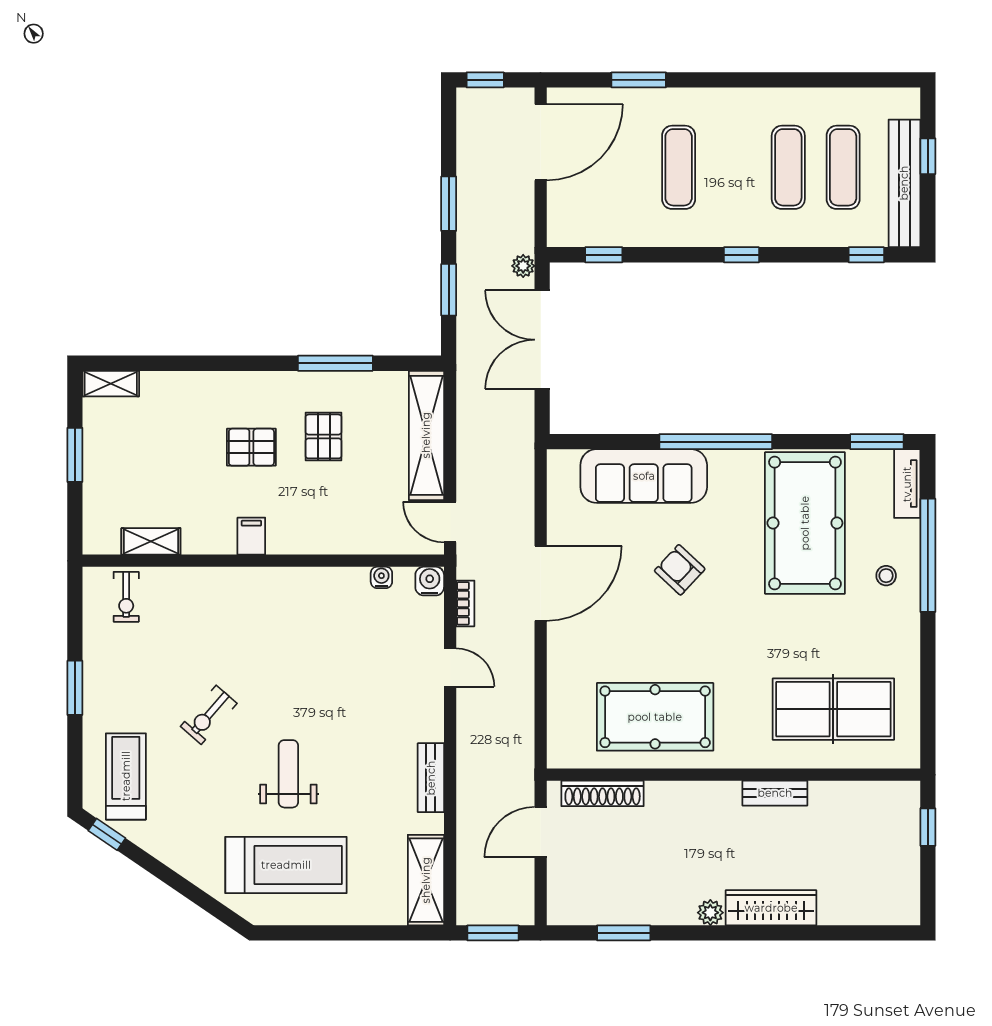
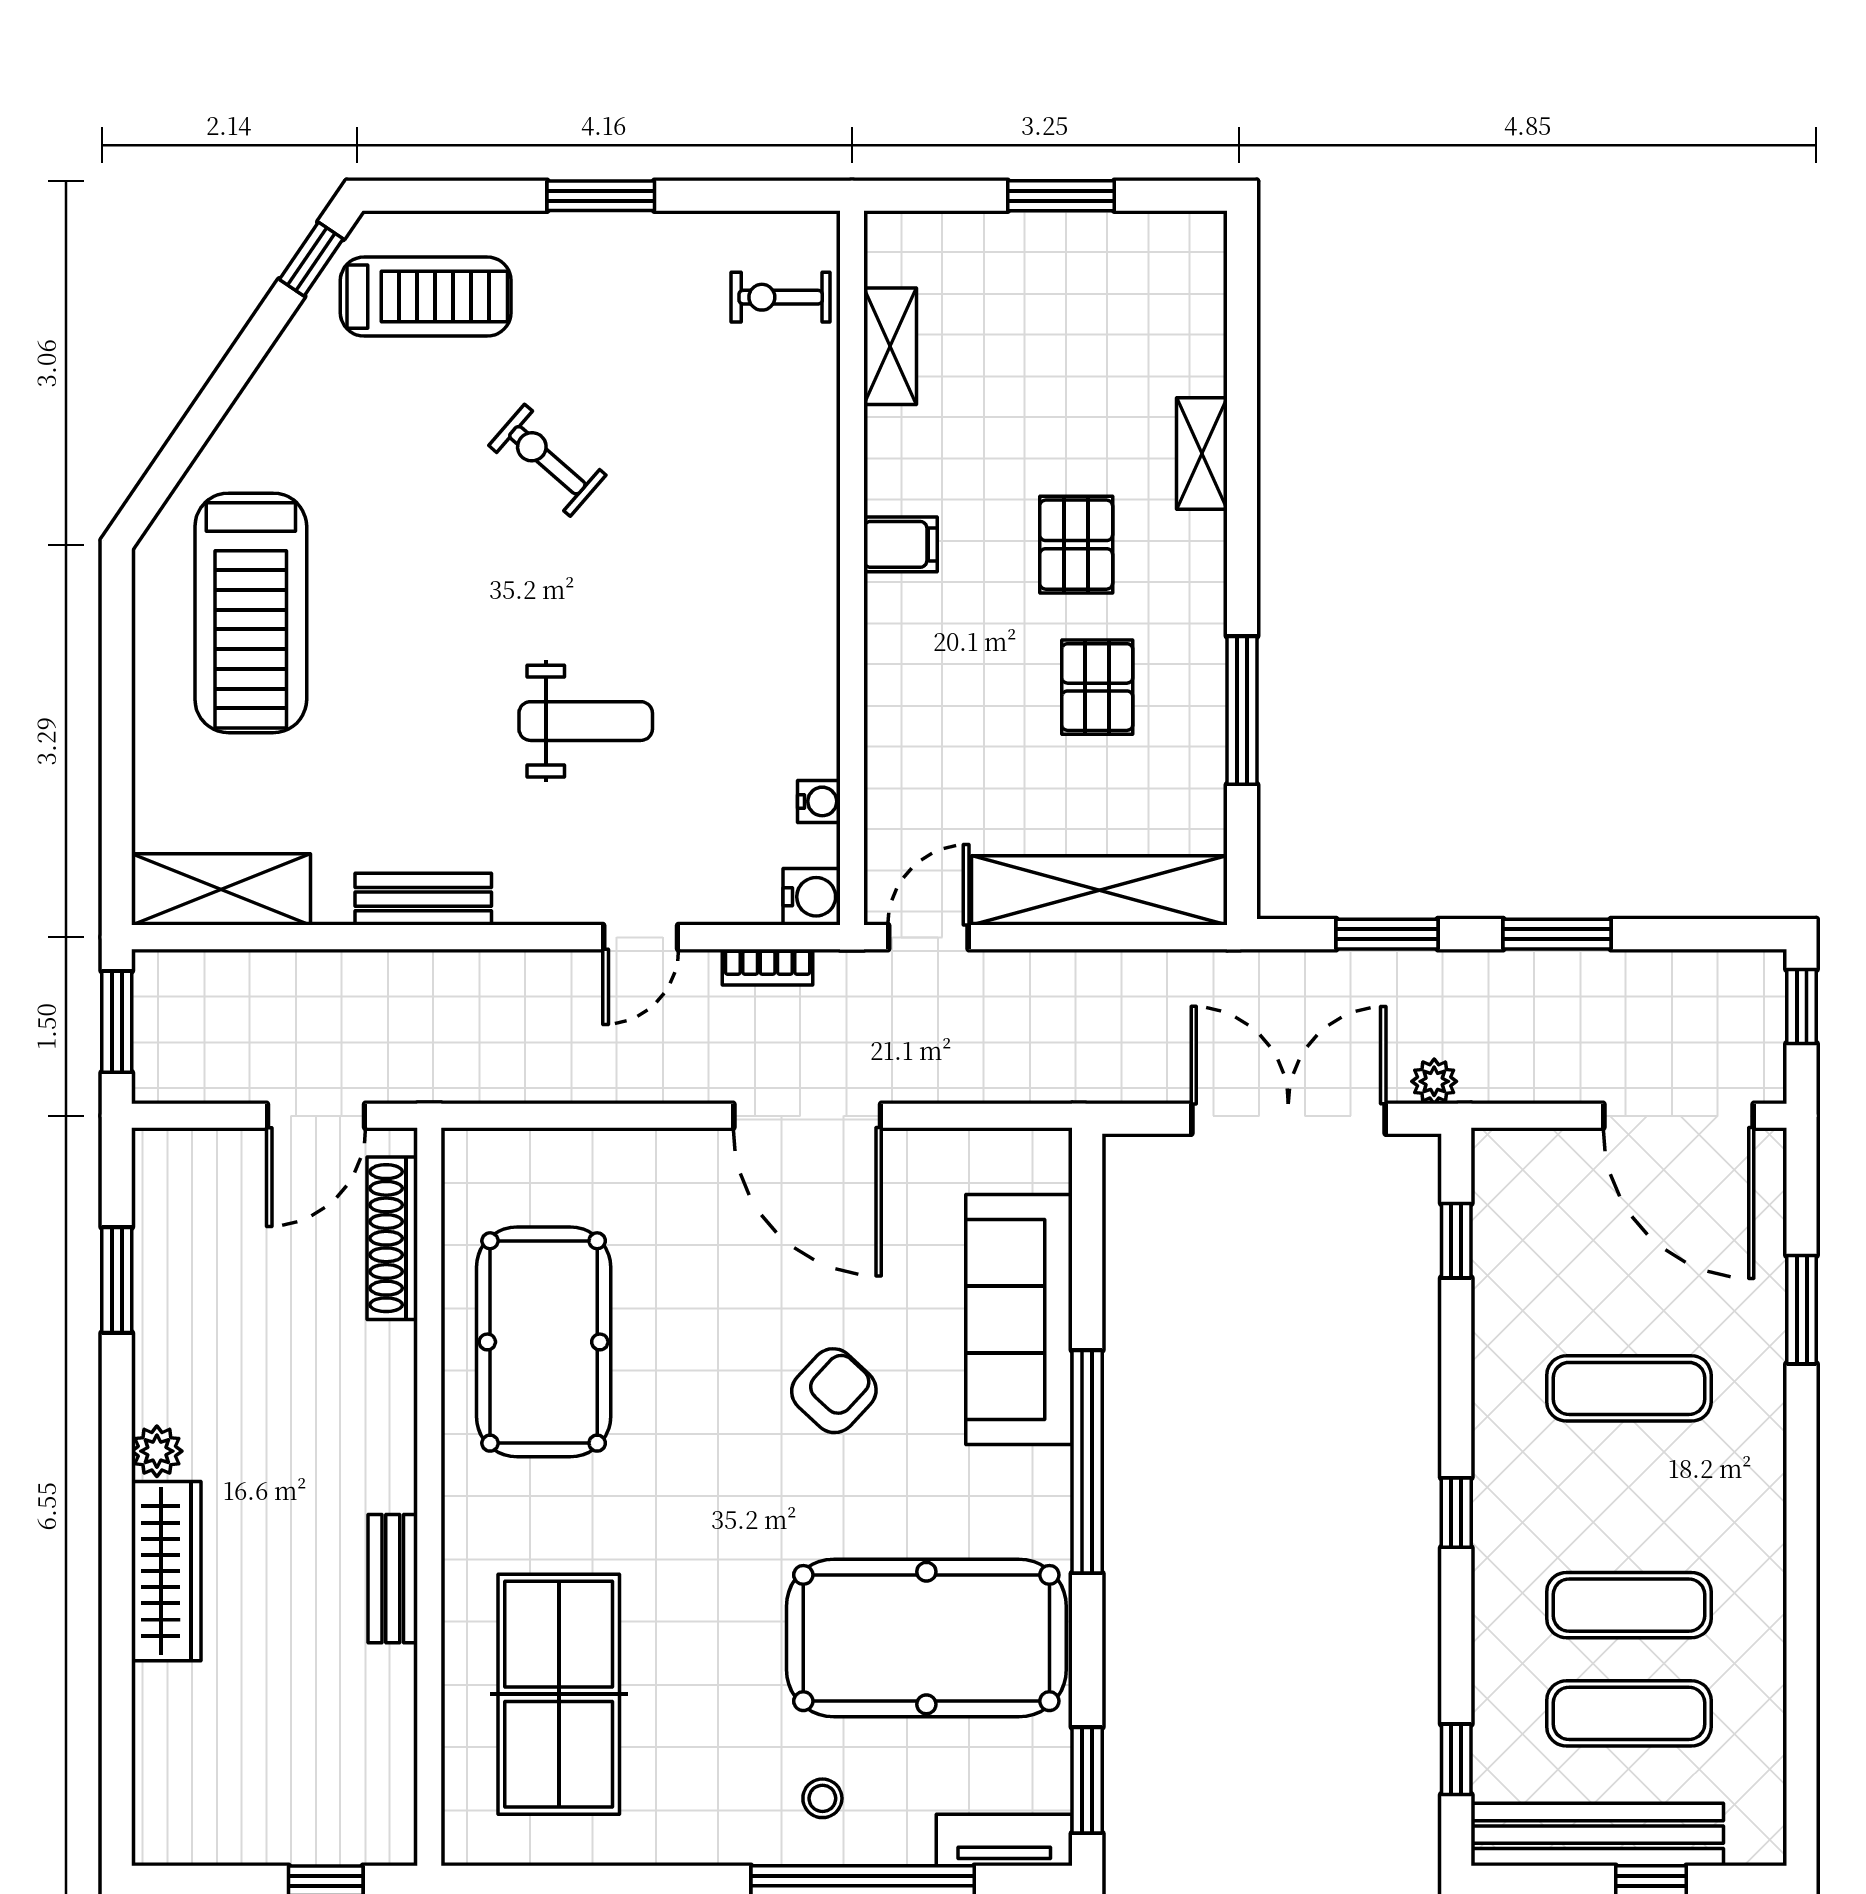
shelving: (111, 384) -> (1202, 454), moved
pallet: (324, 436) -> (1097, 687), turned 90
weight bench: (288, 774) -> (586, 721), moved
door: (541, 832) -> (316, 1116), swing flipped

